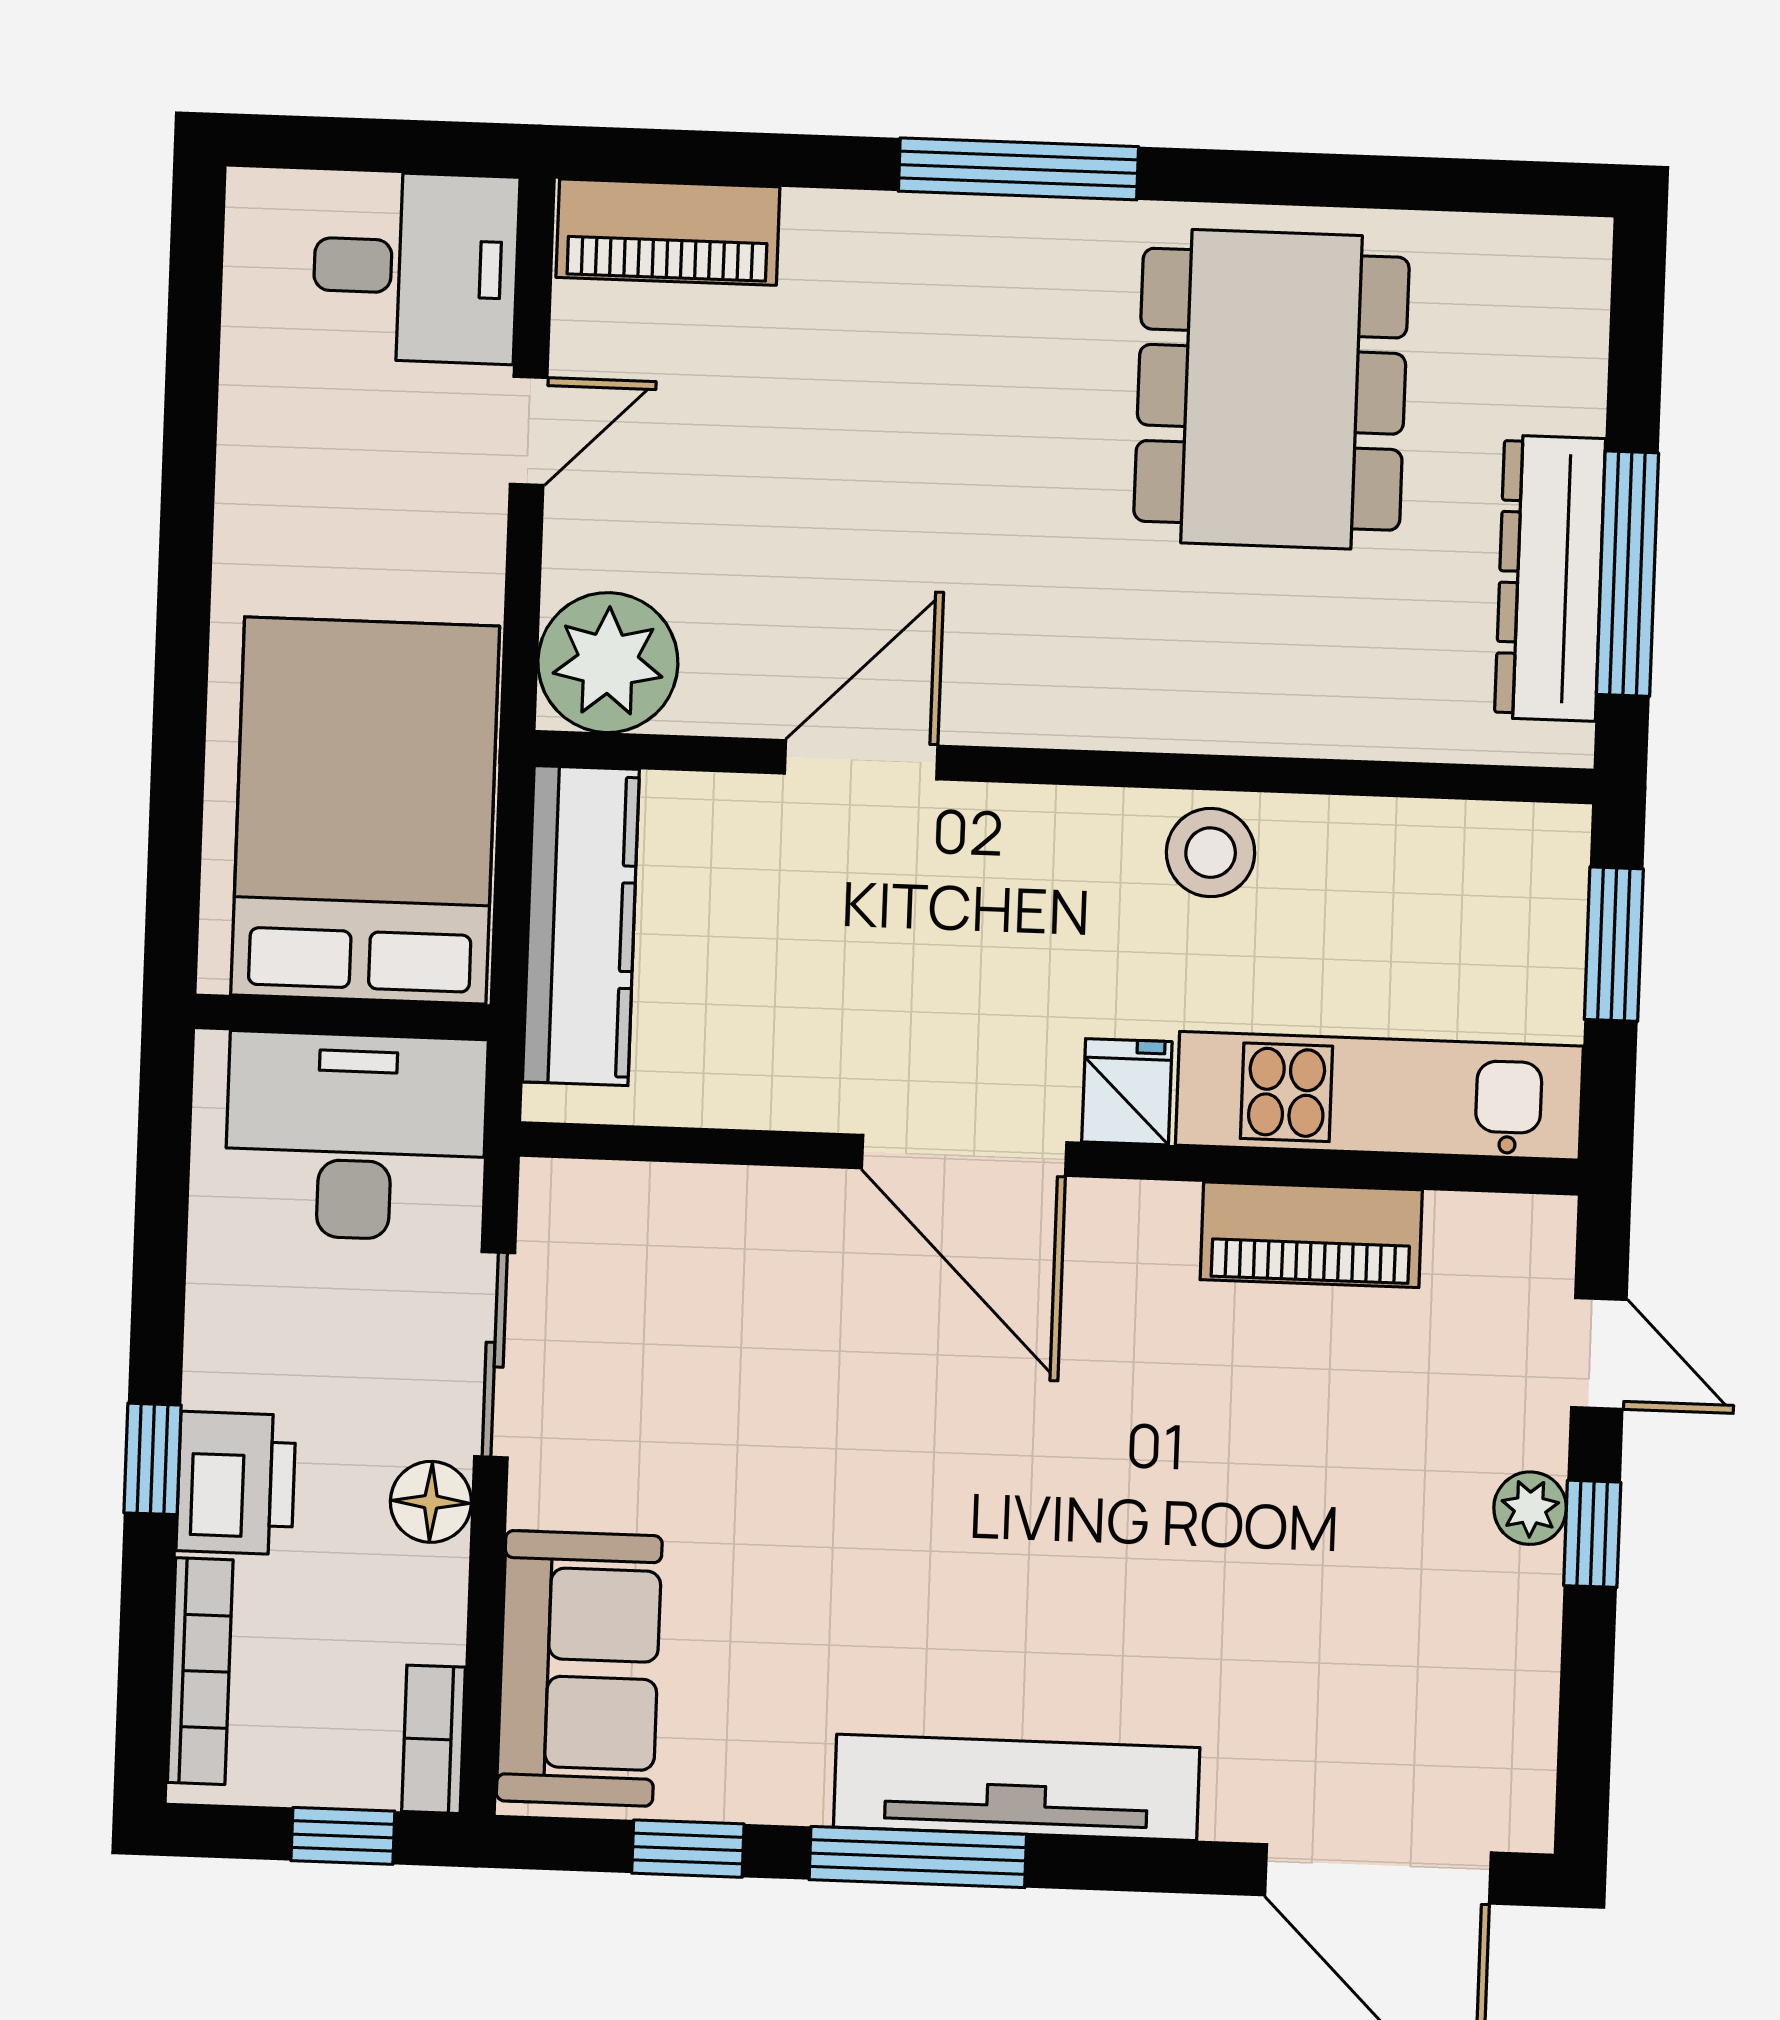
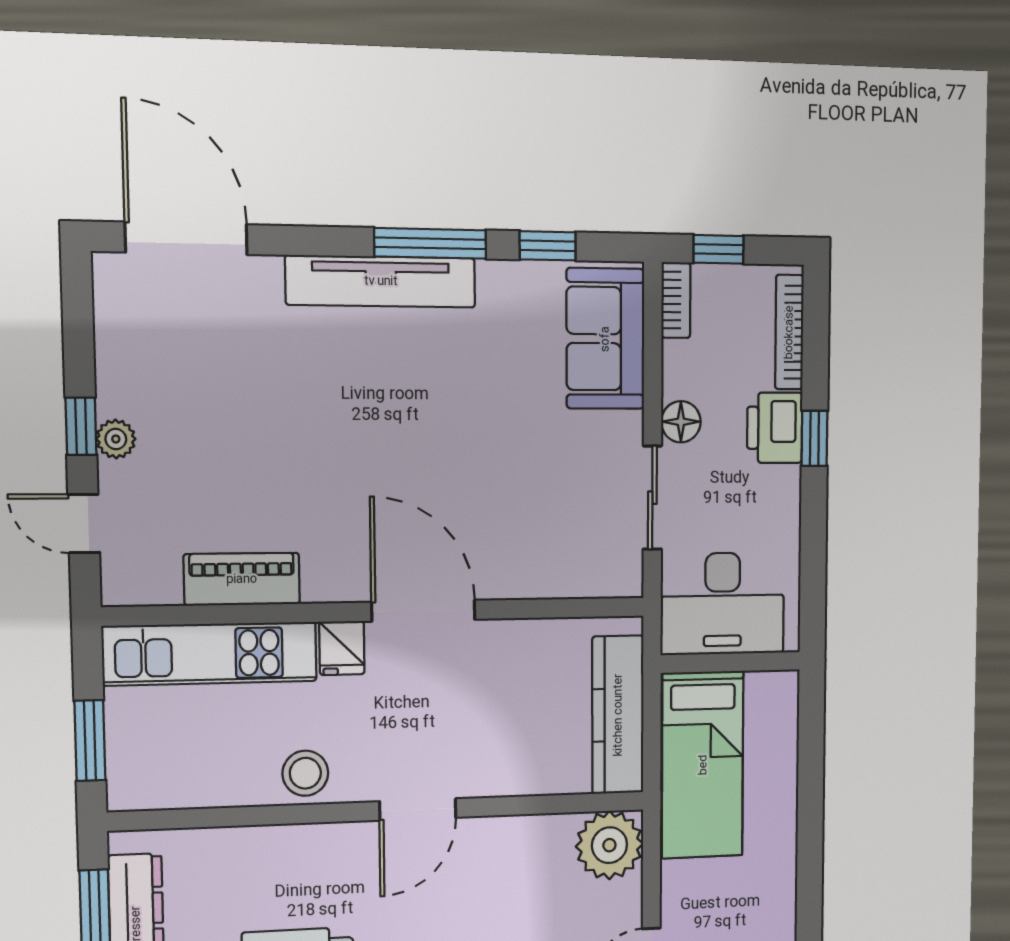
door: (861, 760) -> (418, 810), moved
bed: (365, 811) -> (703, 765), width x0.67

